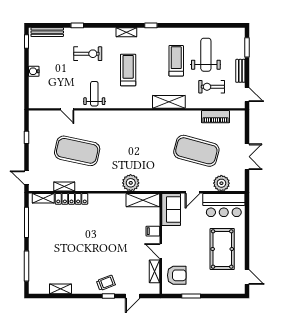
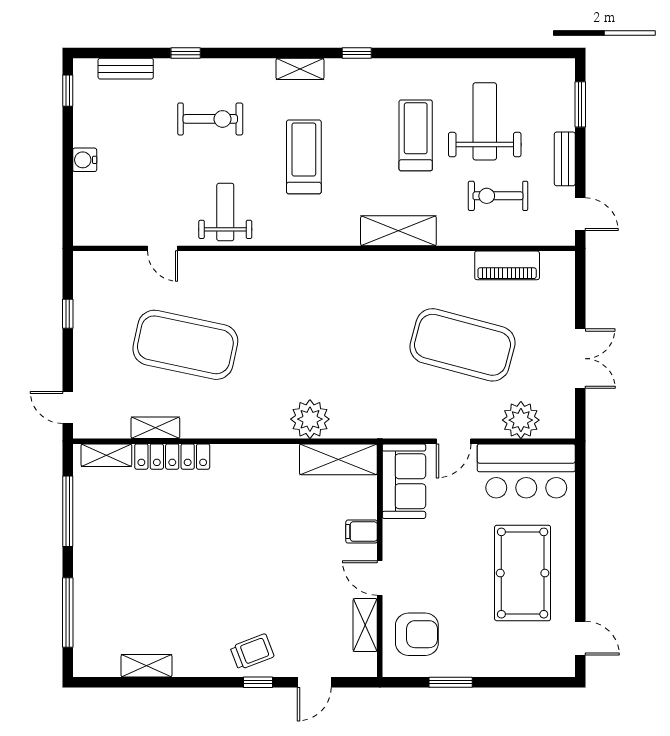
bench: (47, 32) -> (126, 69), width x0.73

